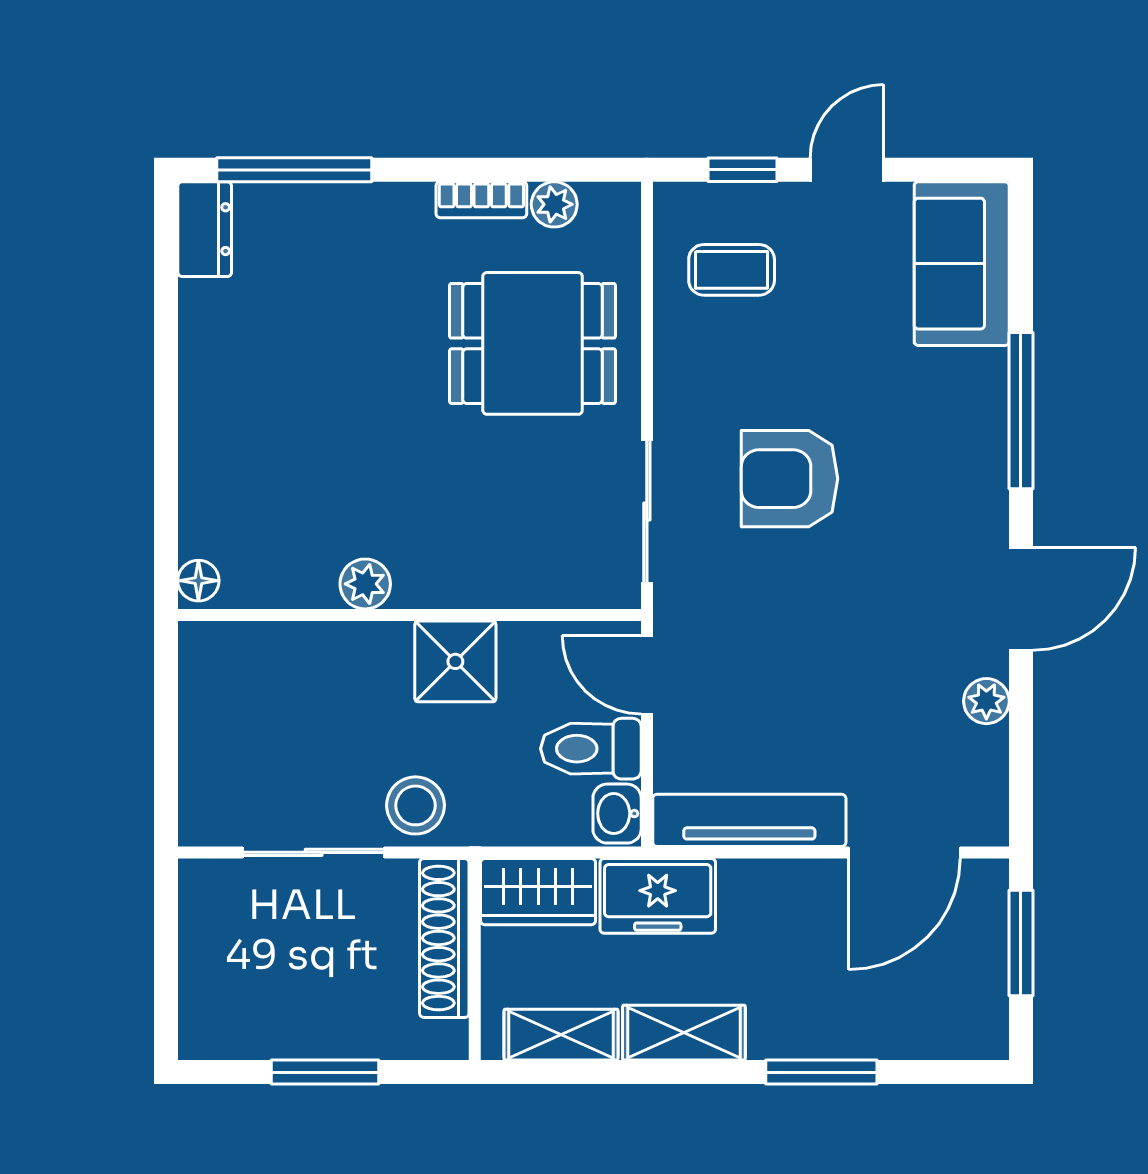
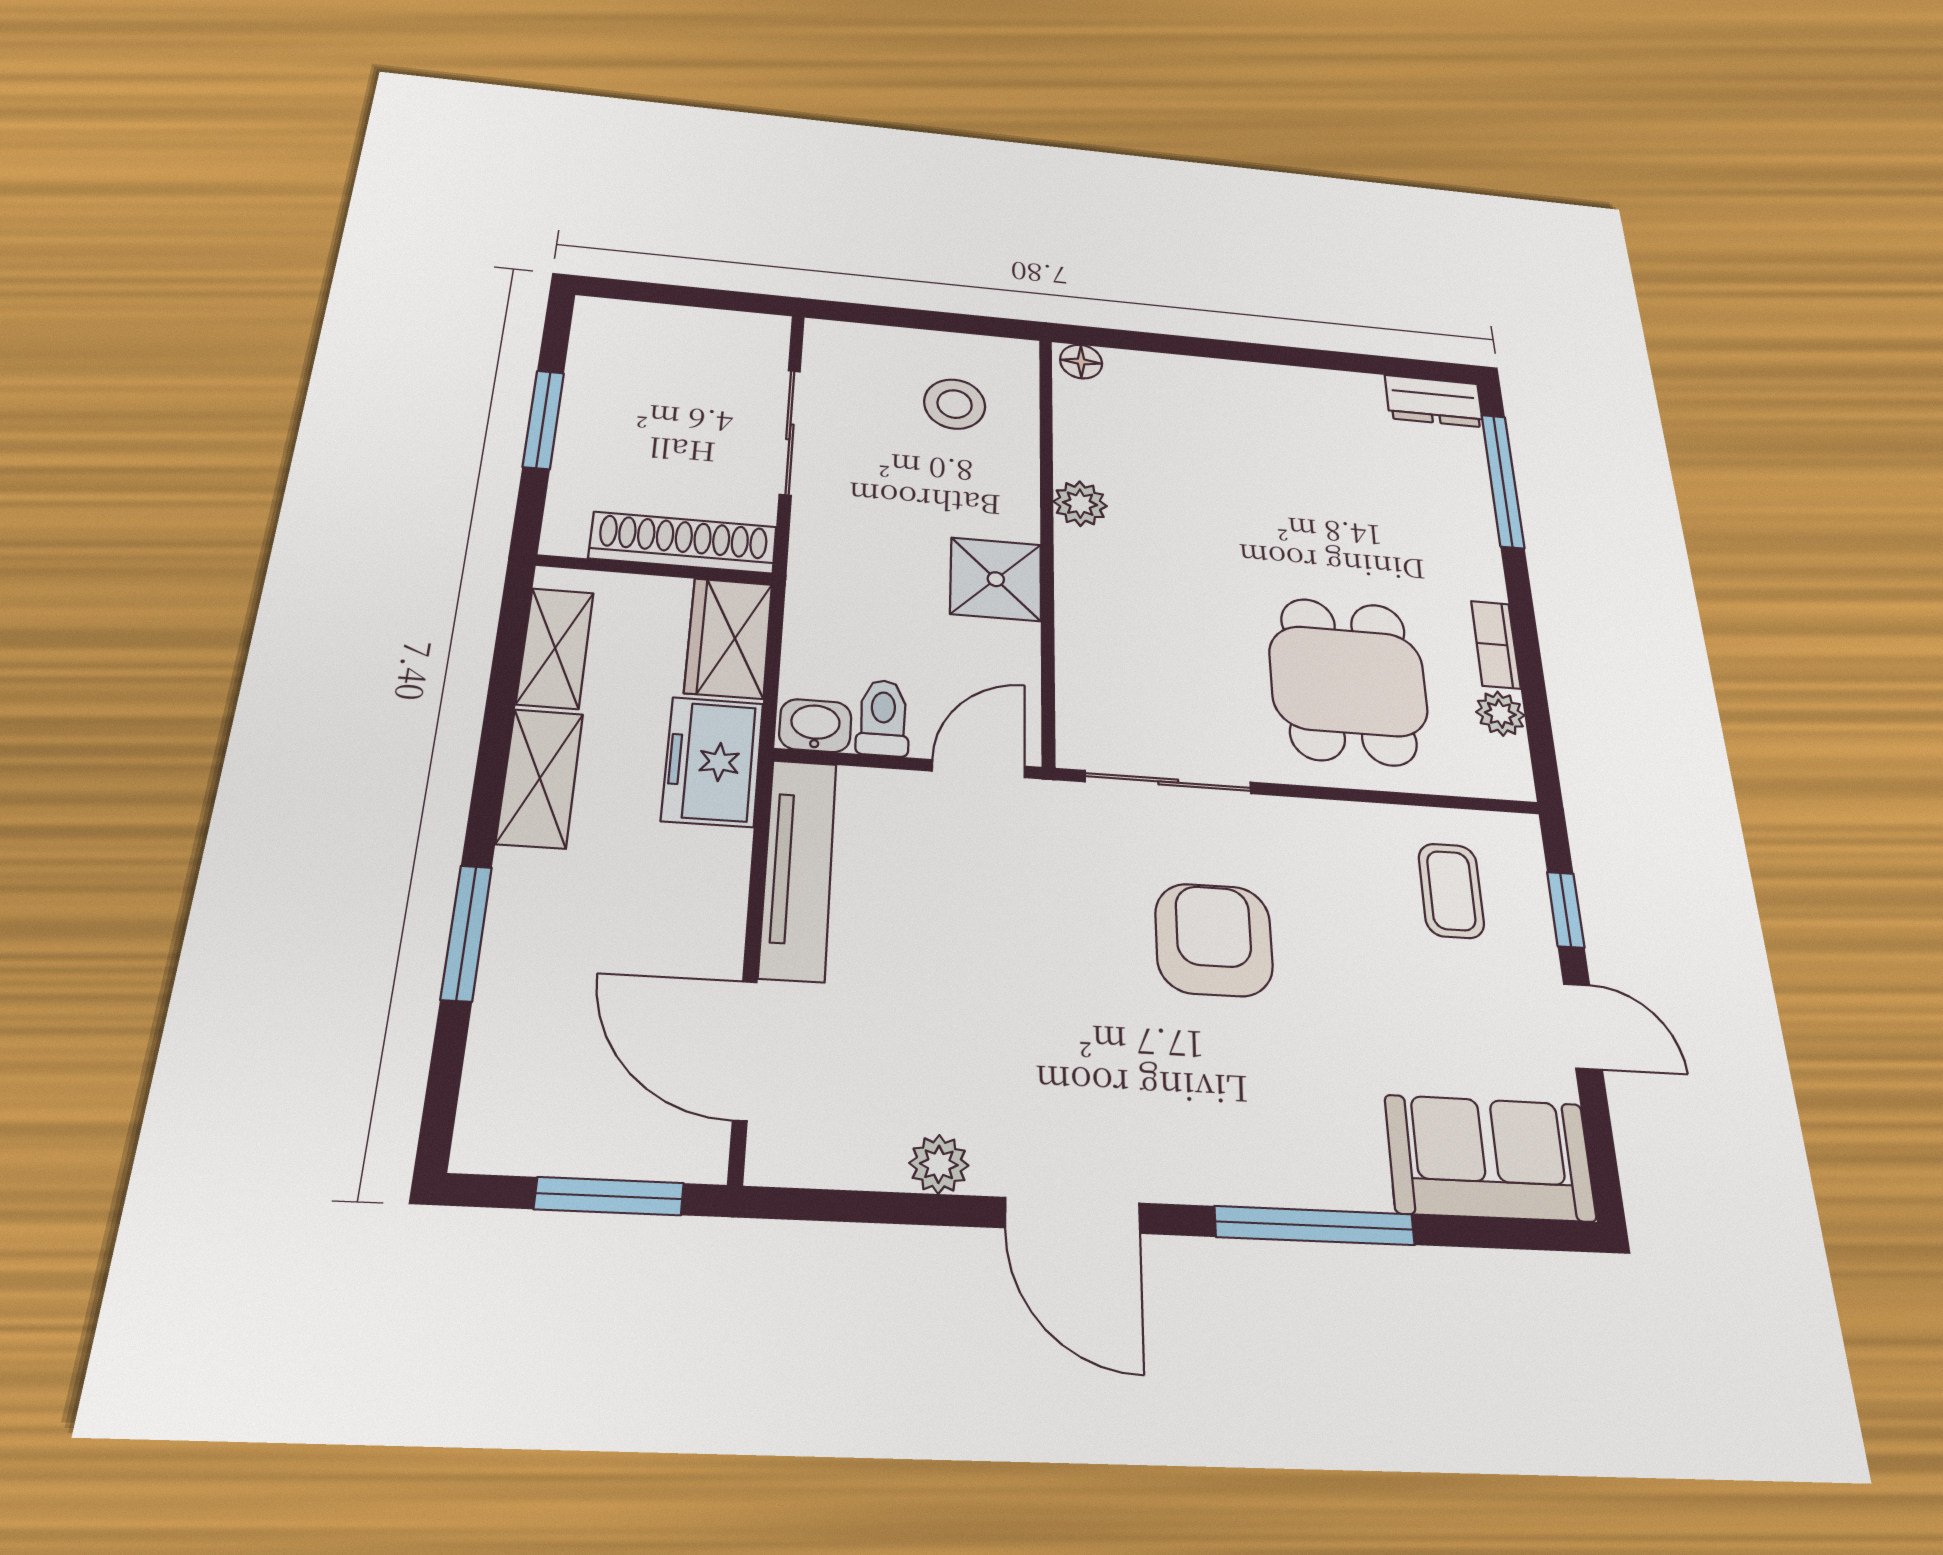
toilet: (591, 749) -> (883, 718), width x0.73, depth x0.72
stool: (415, 805) -> (955, 404), moved

